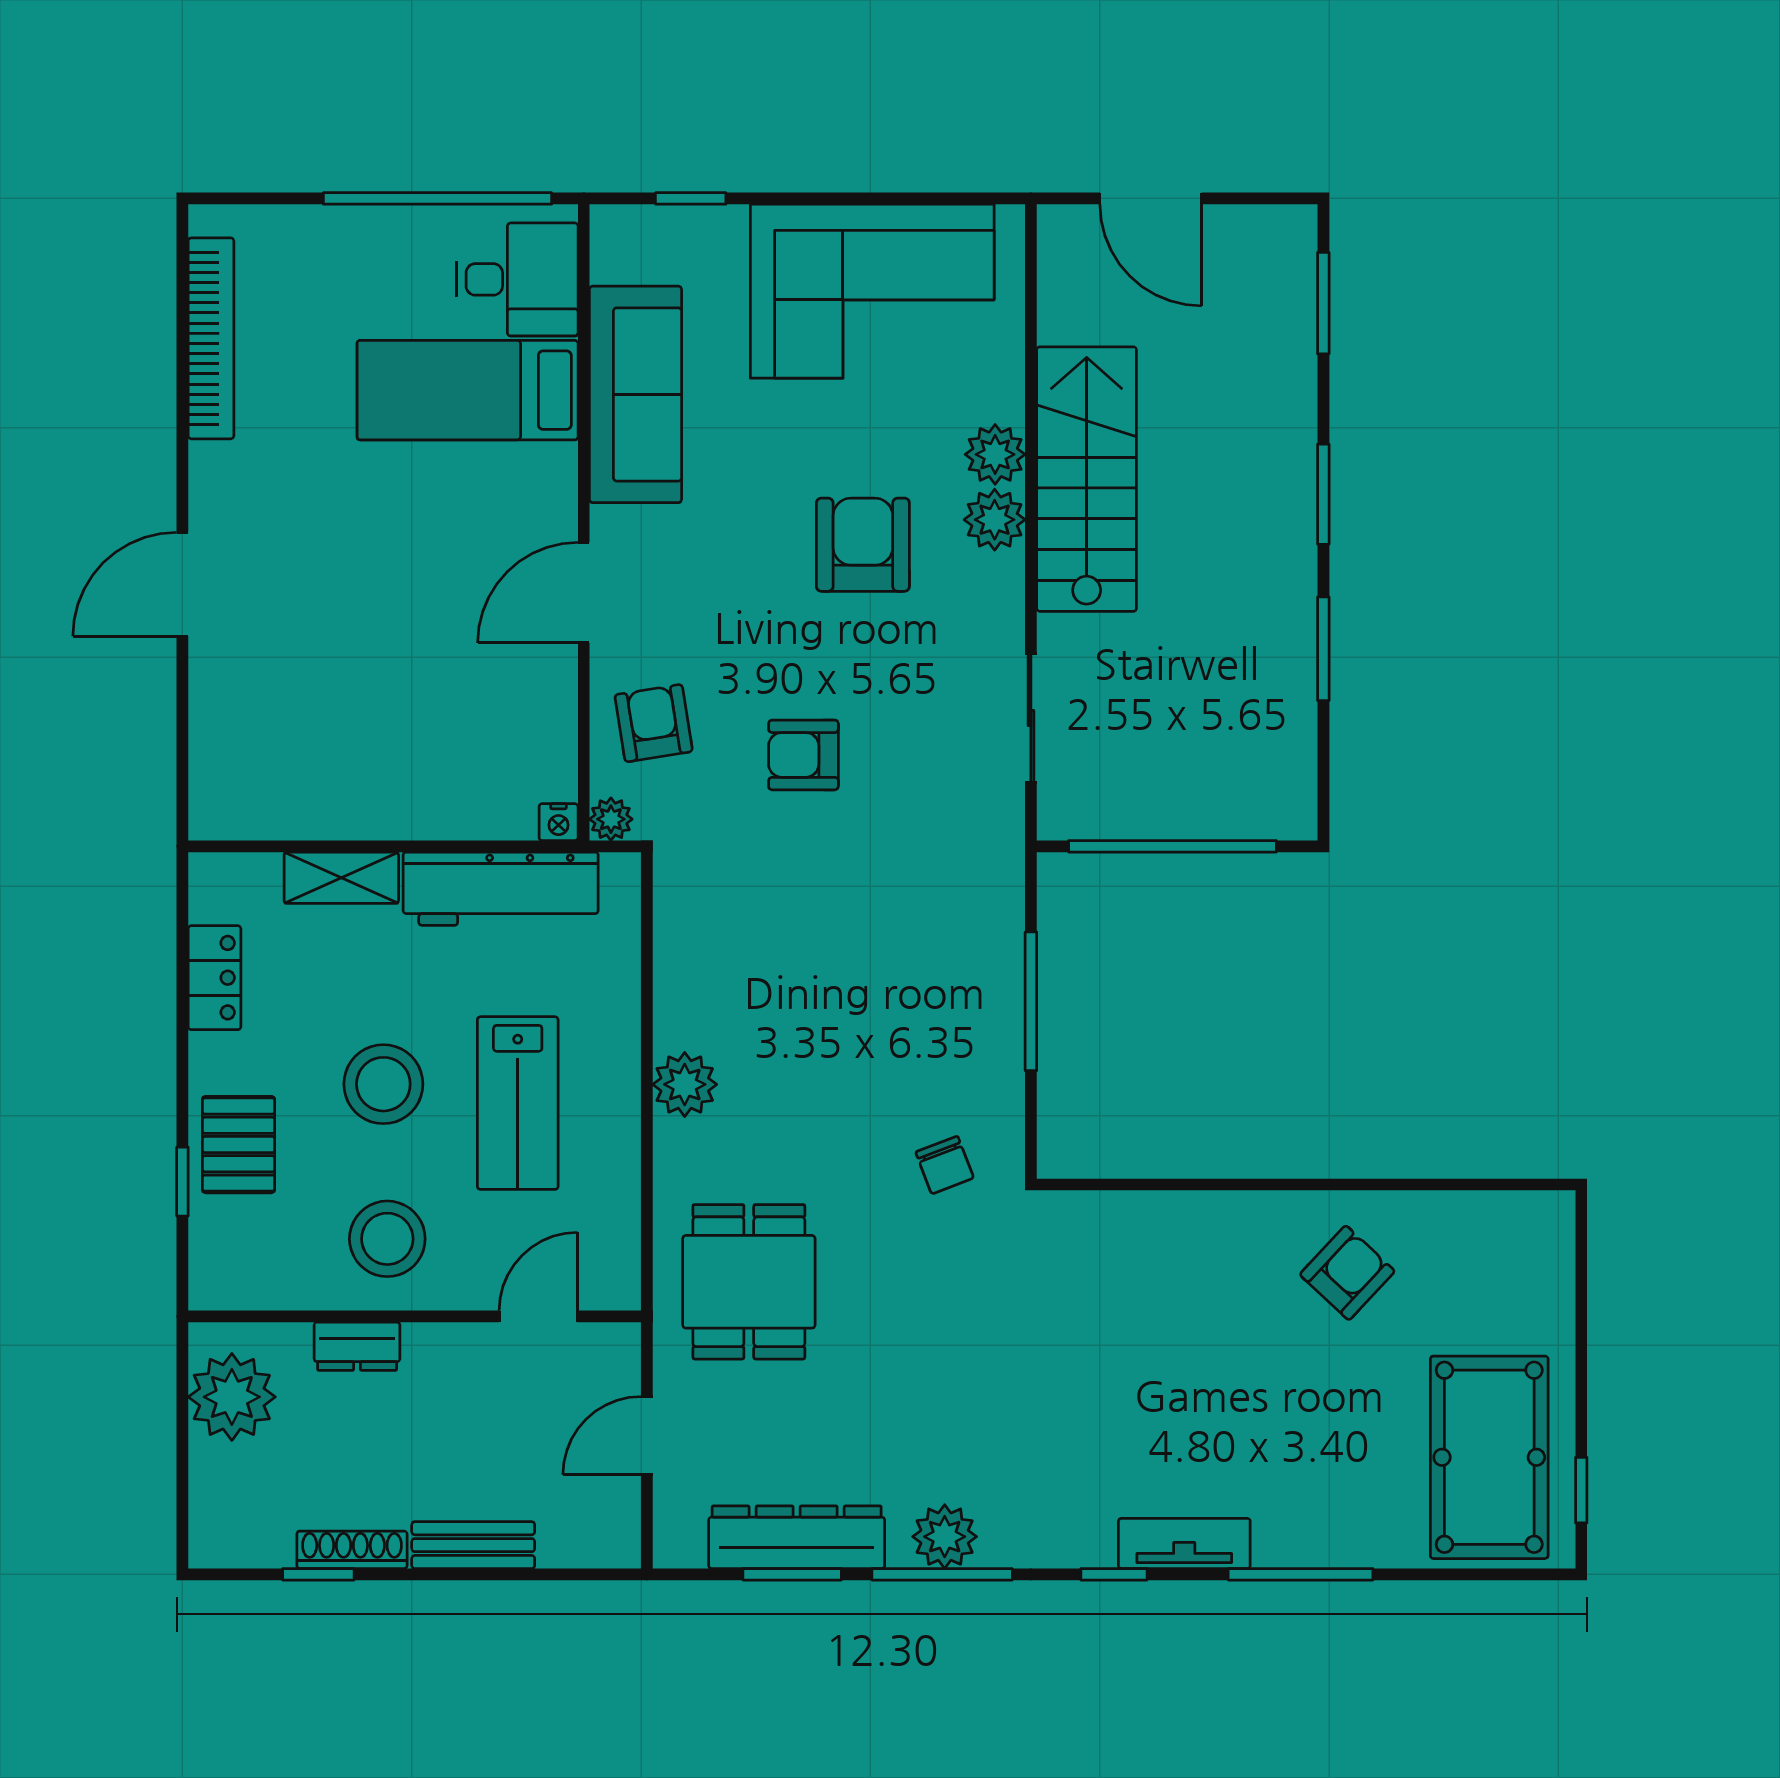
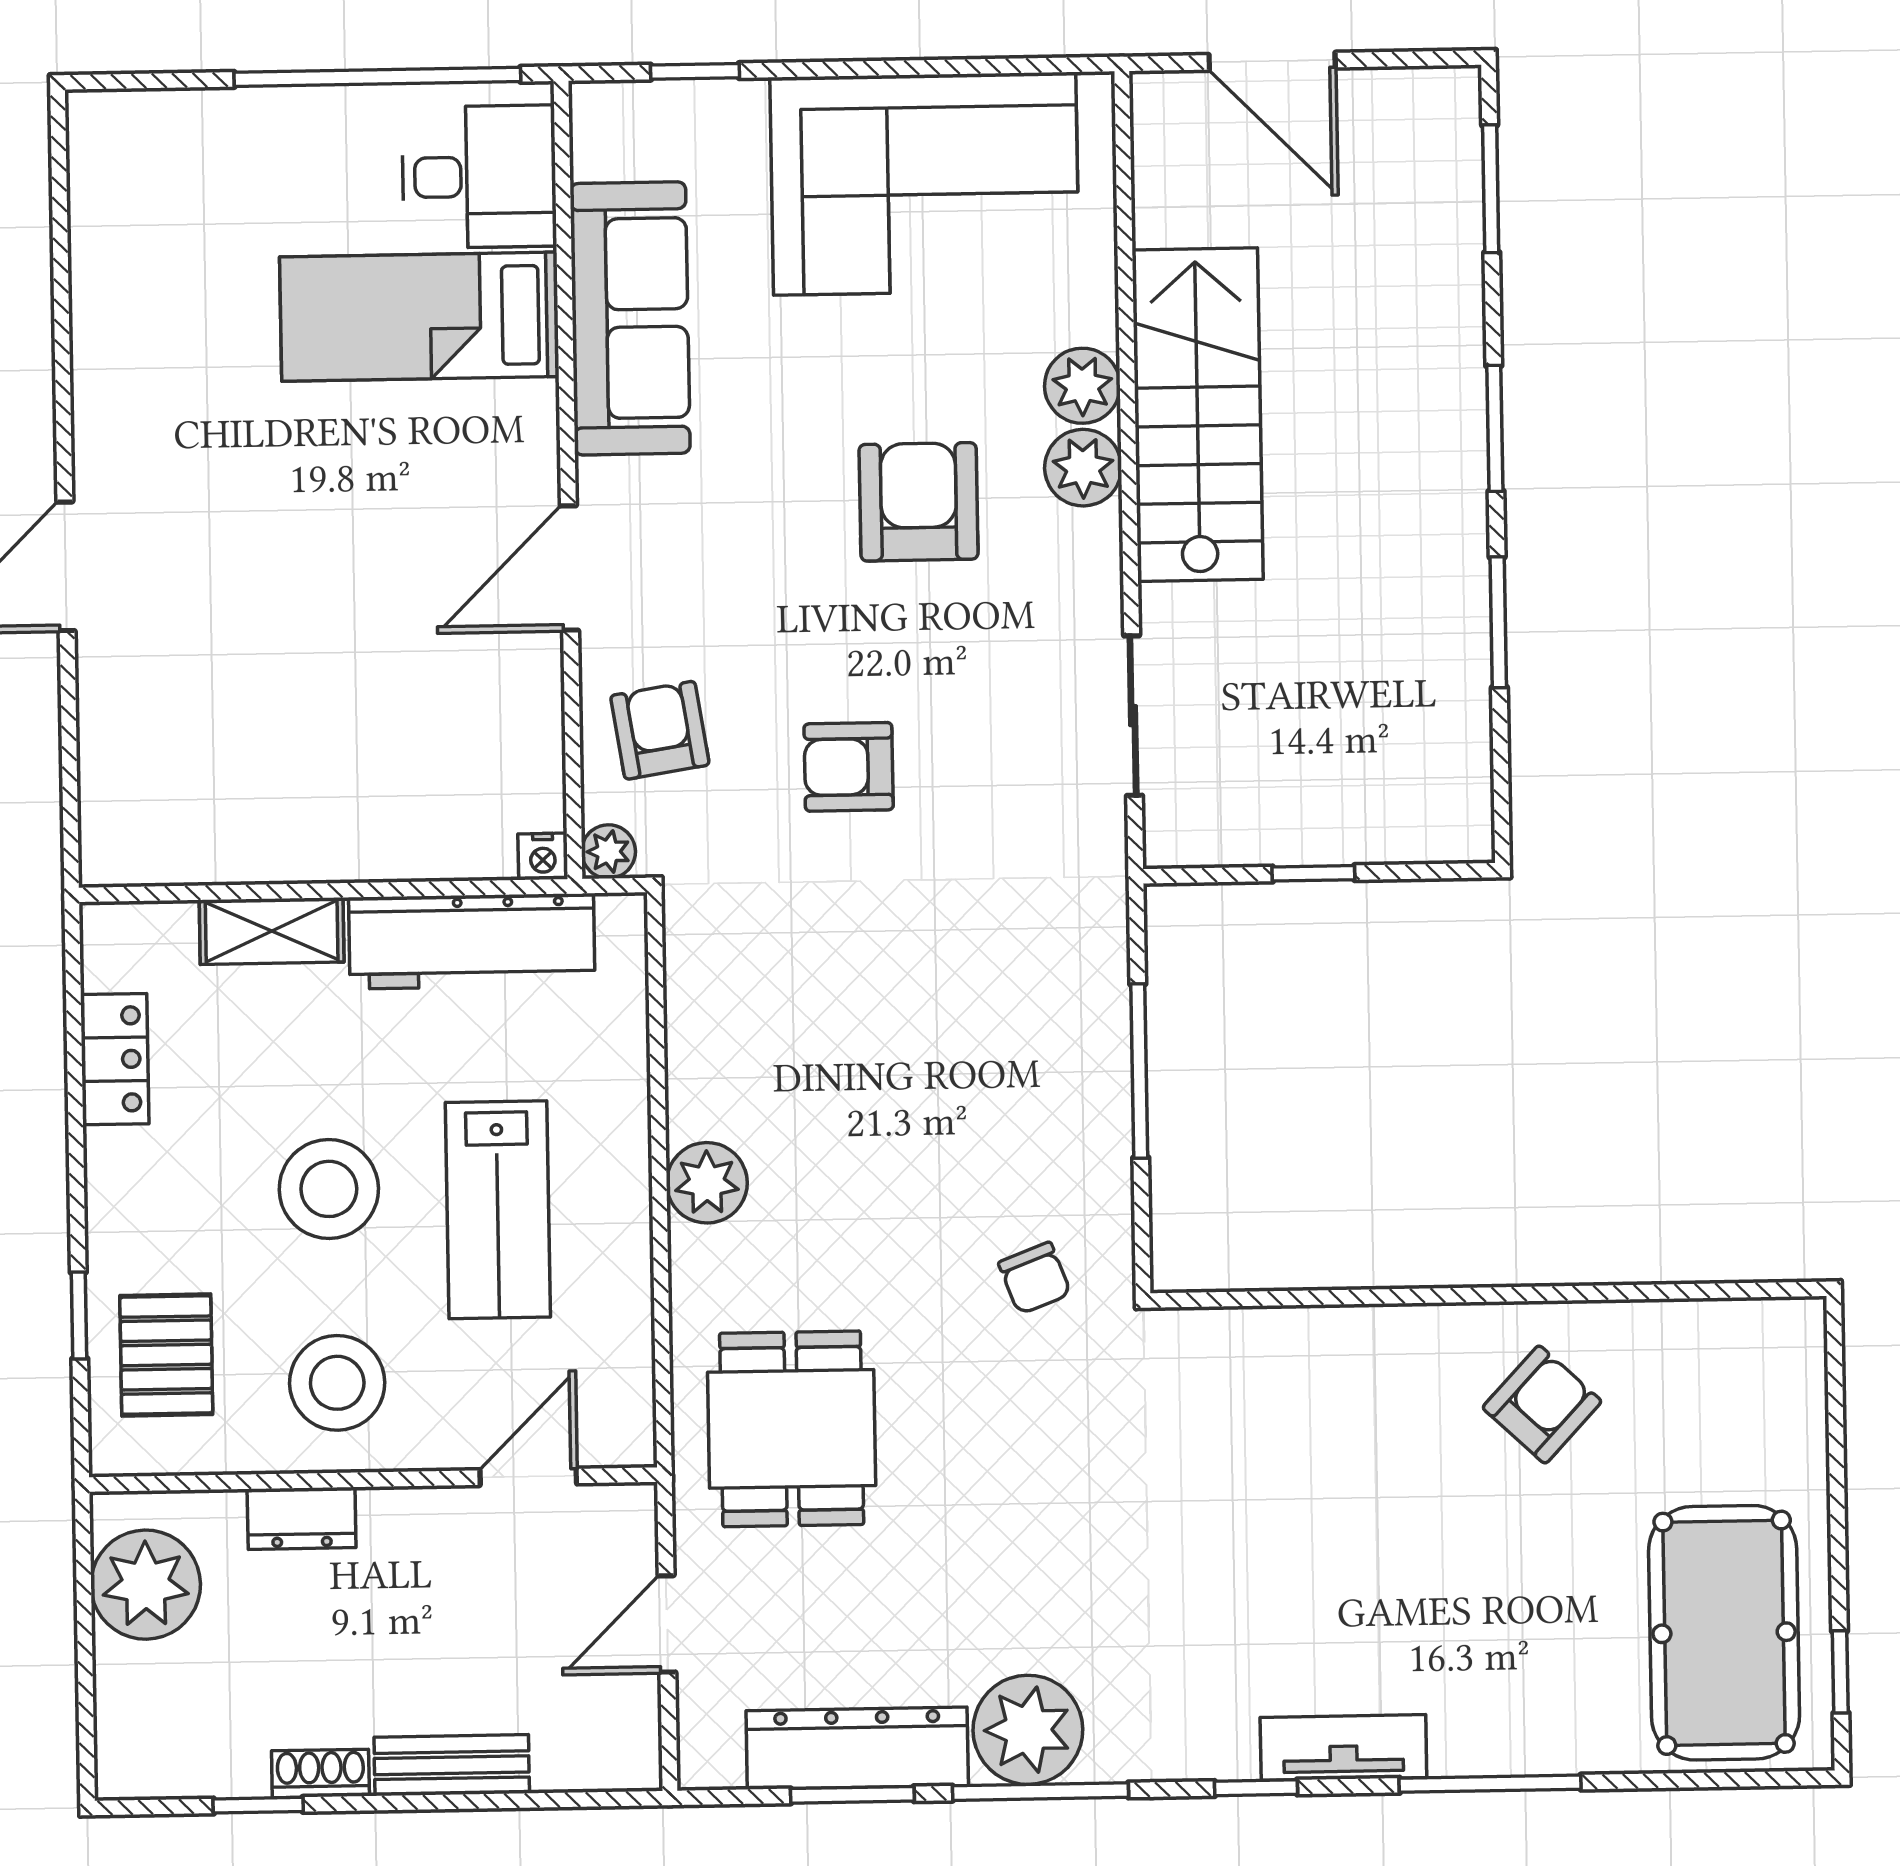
bookcase: (211, 338) -> (96, 257), removed
window: (1172, 846) -> (1313, 873), width x0.32
pallet: (239, 1145) -> (166, 1355), moved
plant: (945, 1537) -> (1028, 1730), width x1.36, depth x1.36
shoe rack: (352, 1550) -> (320, 1773), width x0.70

